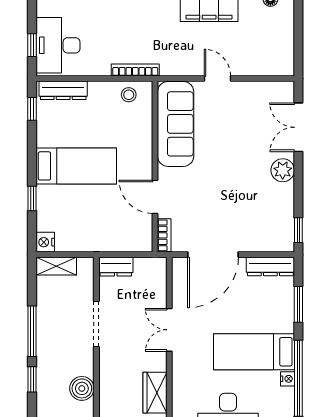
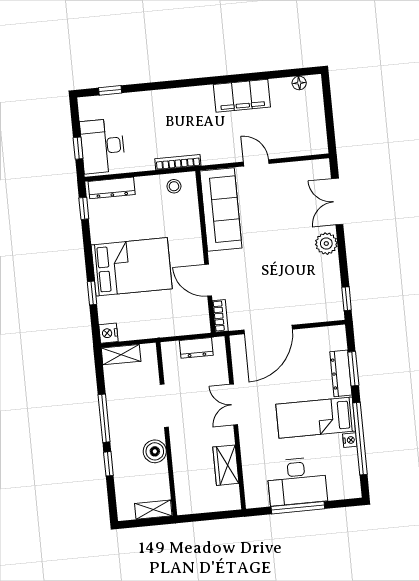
bed: (76, 166) -> (132, 267), width x1.50
dresser: (270, 266) -> (341, 373), moved, turned 90
dresser: (116, 267) -> (196, 348), moved
boiler: (82, 388) -> (155, 451), moved

